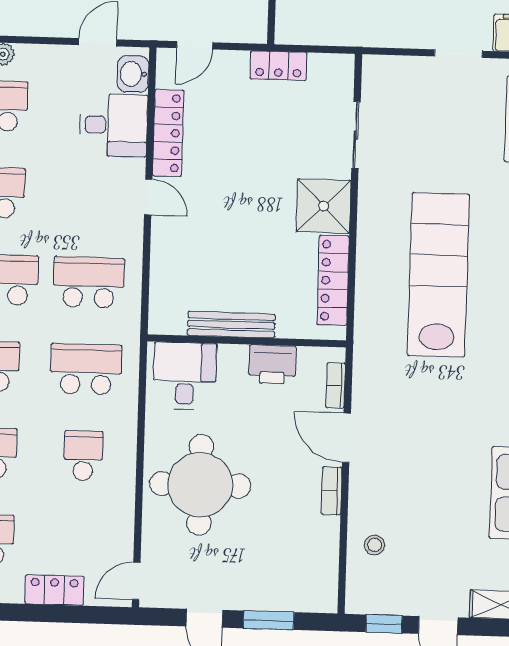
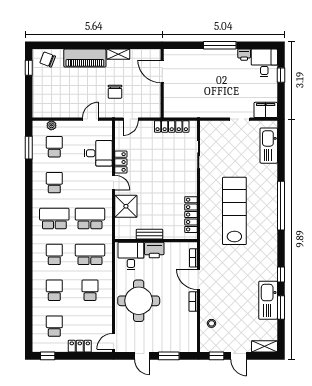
locker: (279, 66) -> (172, 126), width x1.53
washbasin: (133, 74) -> (106, 132), removed
locker: (168, 133) -> (121, 162), width x0.66
shower: (324, 206) -> (126, 206), moved
bench: (231, 325) -> (149, 234), width x0.73
printer: (272, 364) -> (154, 250), moved

